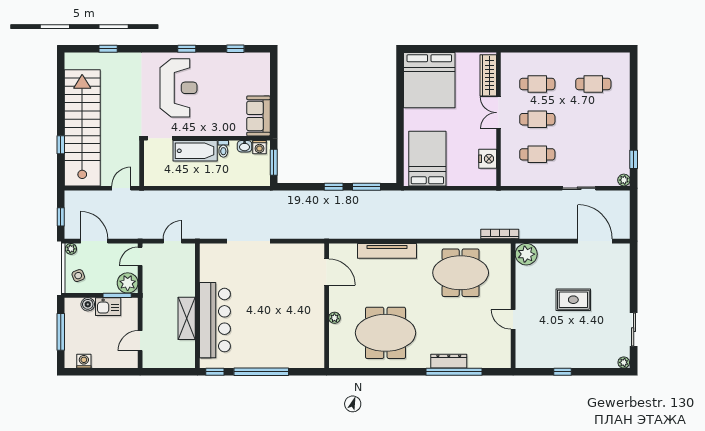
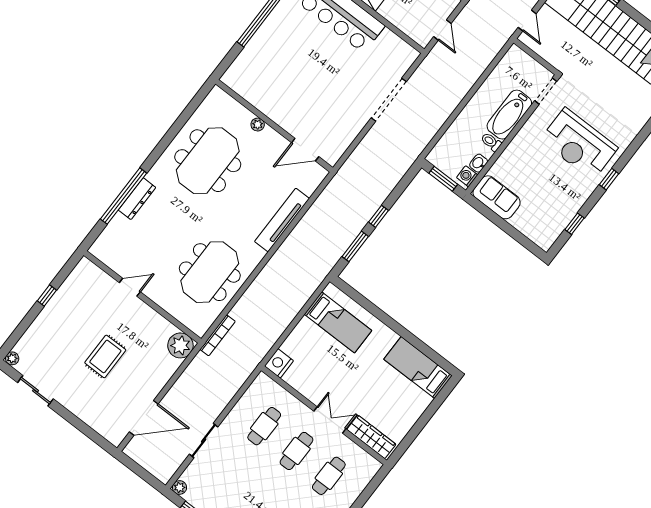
bed: (429, 80) -> (418, 367), width x0.49
bed: (427, 159) -> (338, 322), width x0.67
nightstand: (488, 159) -> (279, 363), moved, turned 90

